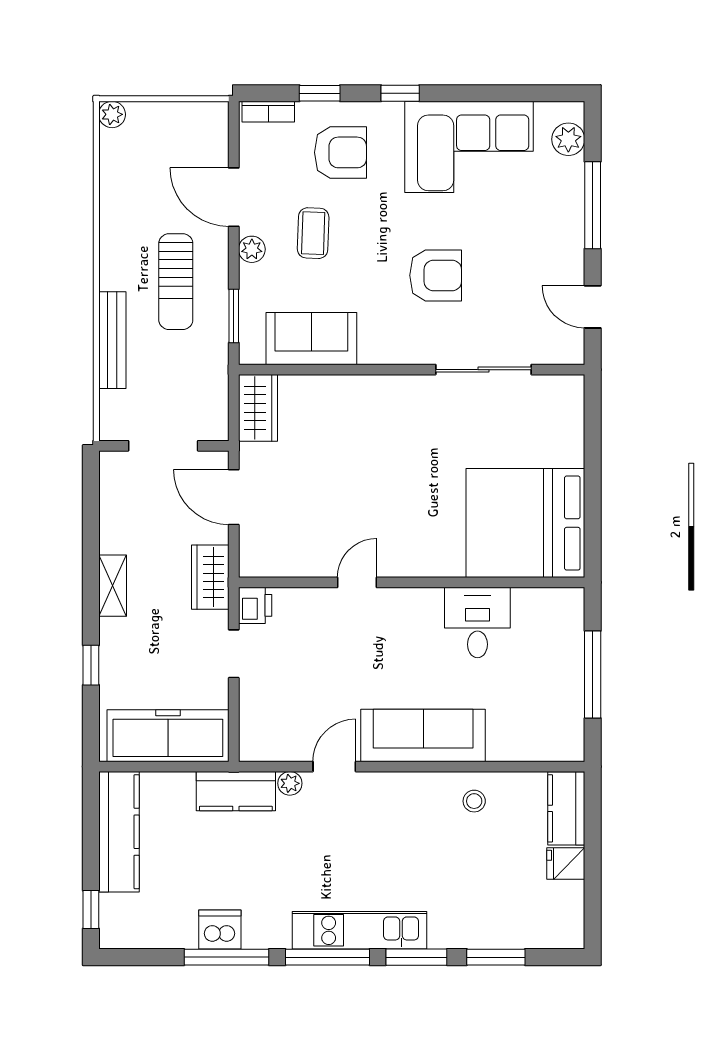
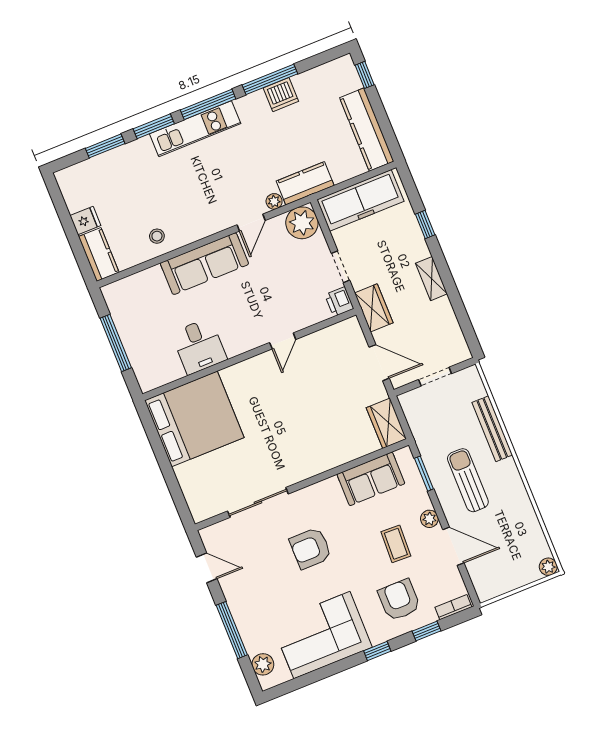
armchair: (340, 152) -> (399, 600), turned 90
doorway: (163, 446) -> (435, 377), width x0.73
plant: (263, 737) -> (302, 223), added

